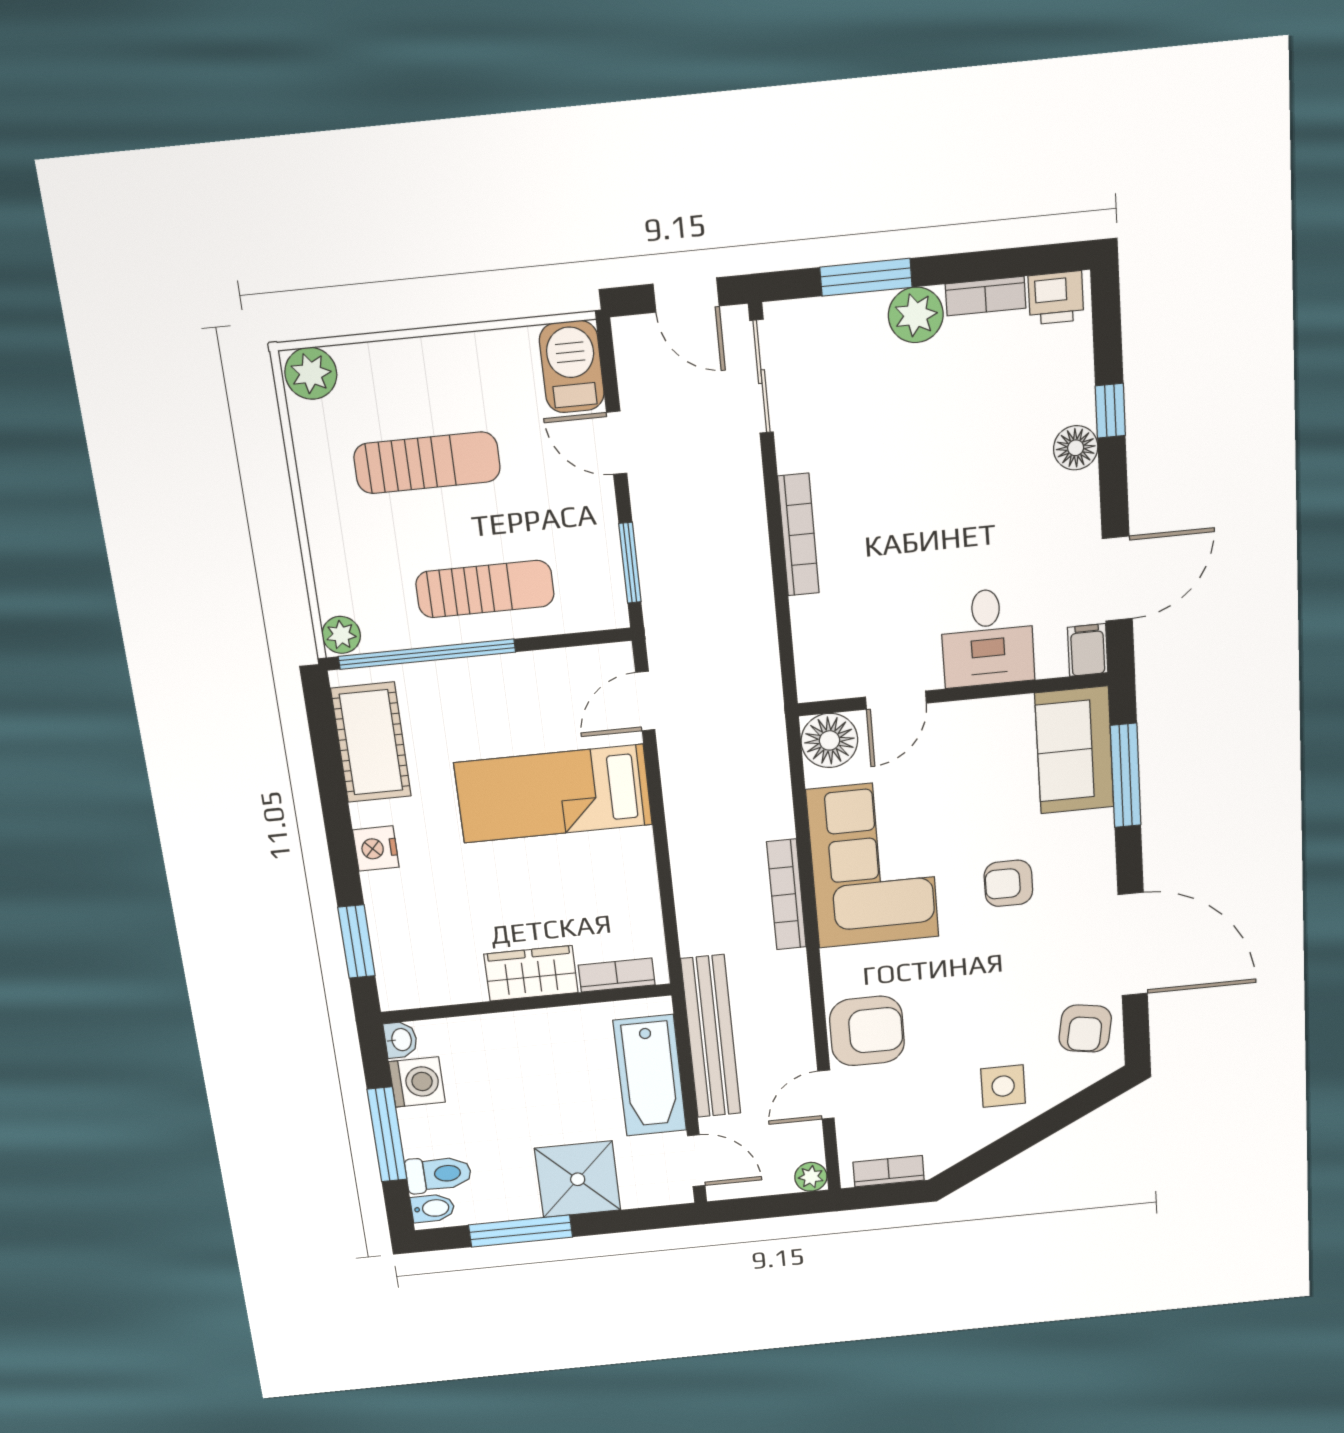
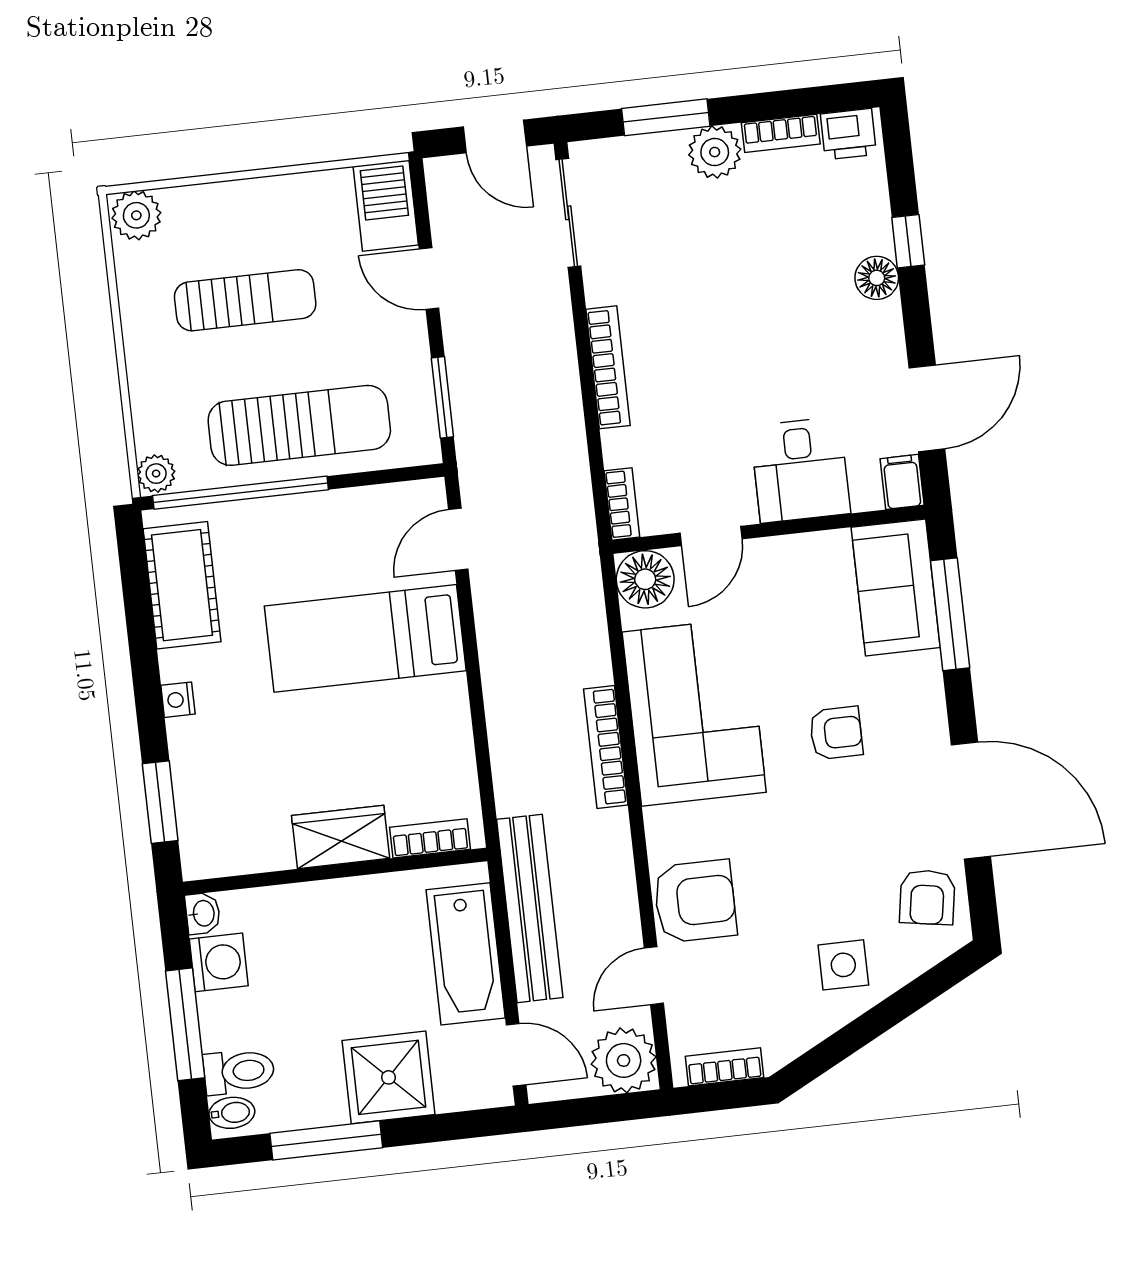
sun lounger: (485, 589) -> (299, 425), width x1.36, depth x1.34
bookcase: (809, 669) -> (622, 504), added
nightstand: (376, 849) -> (178, 700), width x0.72, depth x0.74
armchair: (1008, 883) -> (836, 733), turned 180
plant: (811, 1177) -> (624, 1060), width x1.88, depth x1.88

